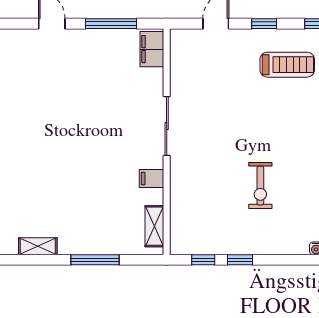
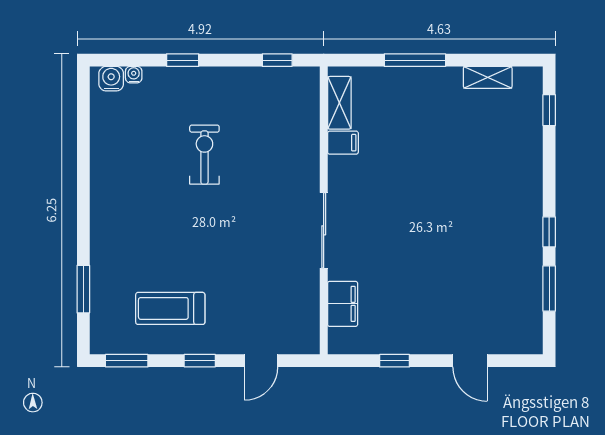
window: (111, 24) -> (395, 361), width x0.46
filing cabinet: (152, 49) -> (343, 304), moved
filing cabinet: (152, 179) -> (343, 143), moved
window: (240, 260) -> (183, 60), moved

